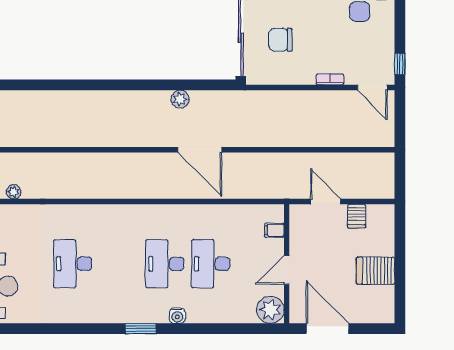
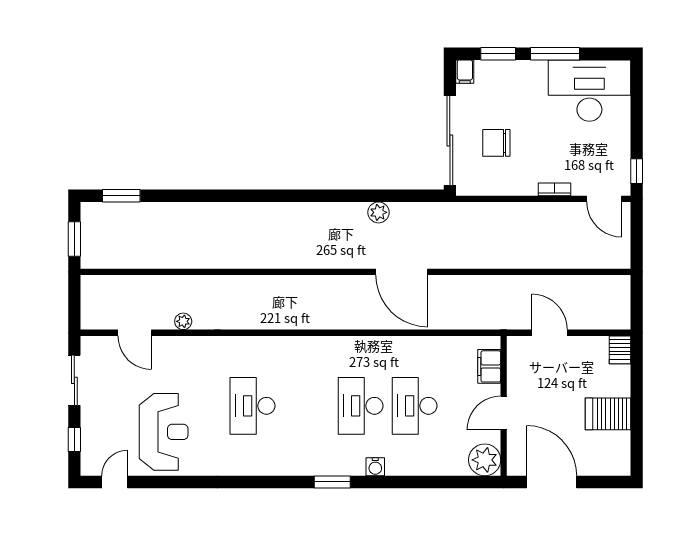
server rack: (357, 216) -> (620, 350), moved
filing cabinet: (274, 230) -> (489, 366), width x2.00

